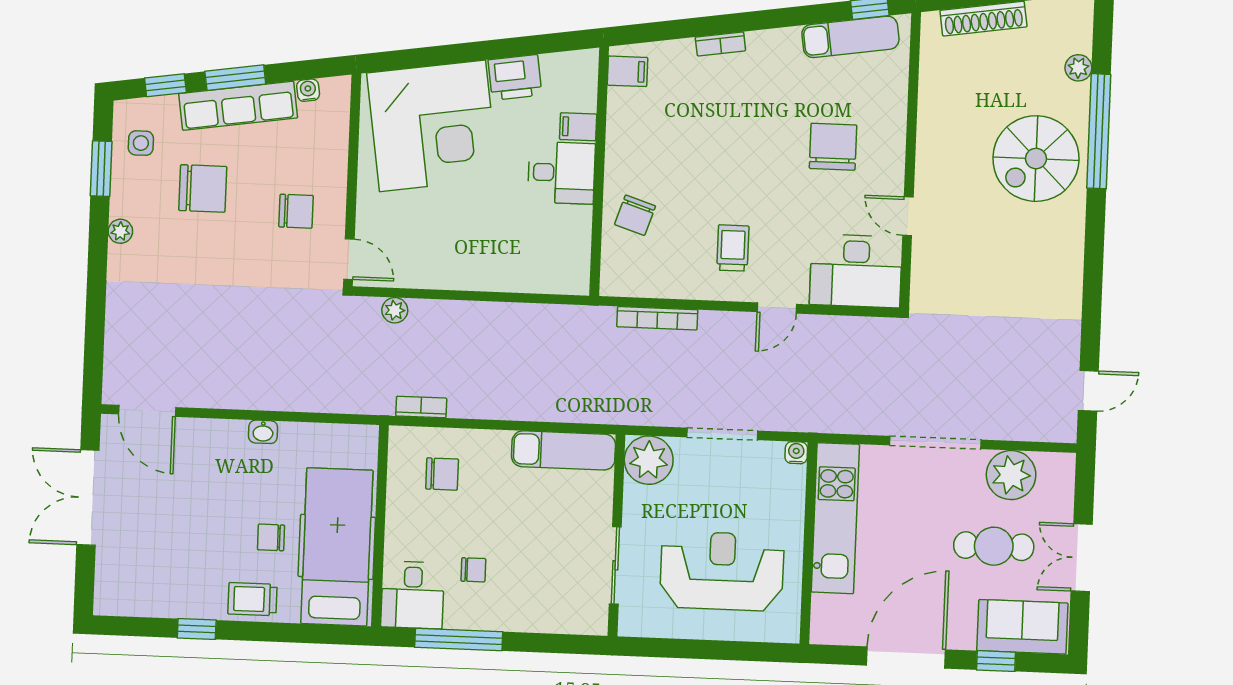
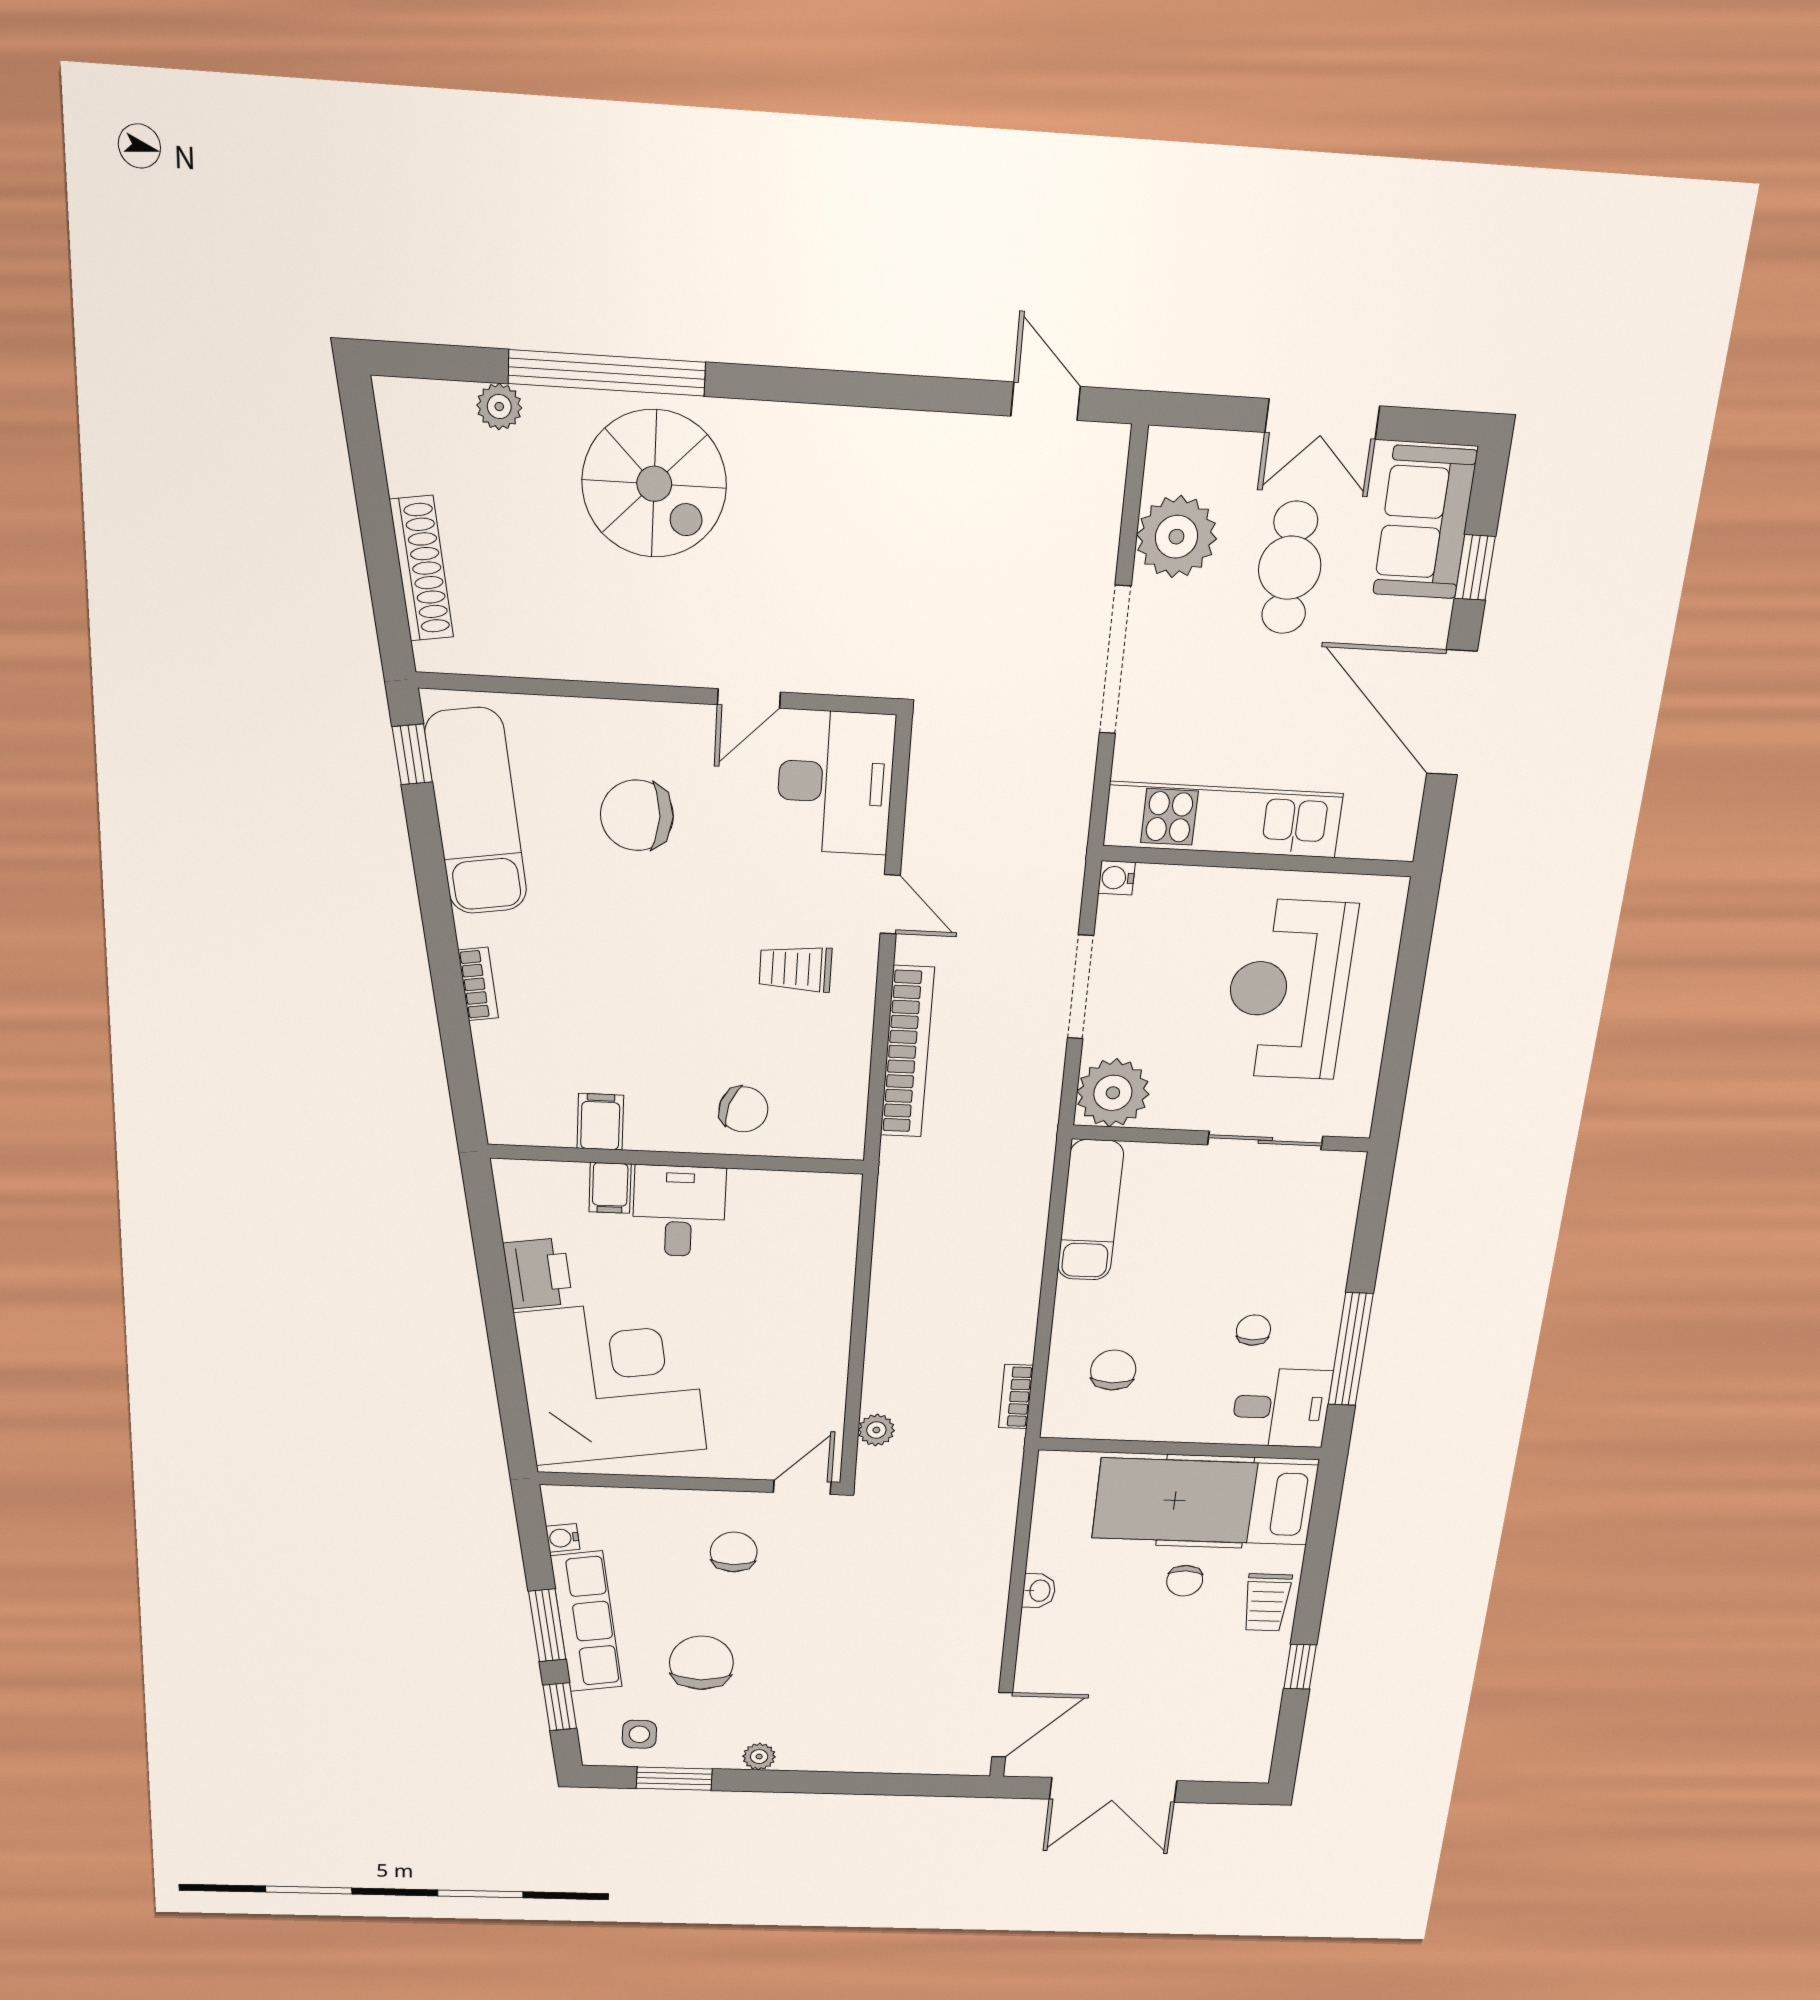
exam couch: (850, 37) -> (476, 812), width x1.36, depth x1.45
filing cabinet: (628, 71) -> (600, 1122), moved
bookcase: (657, 318) -> (907, 1052), width x1.48, depth x1.31

